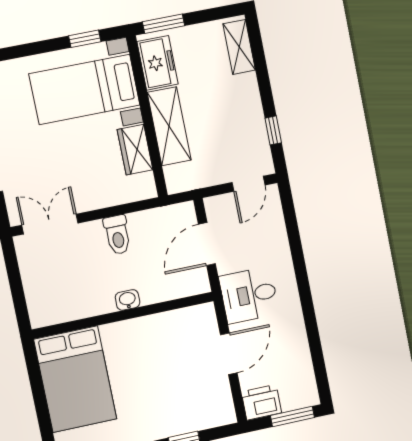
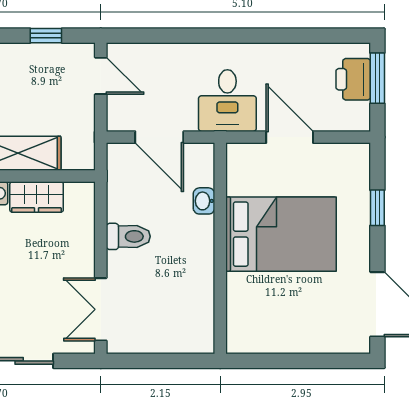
washbasin: (128, 300) -> (204, 201), moved
bed: (75, 379) -> (281, 234), moved
printer: (261, 402) -> (353, 79), moved

